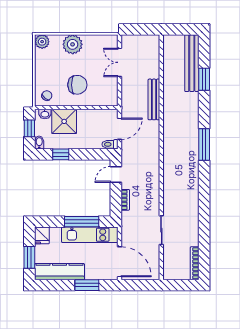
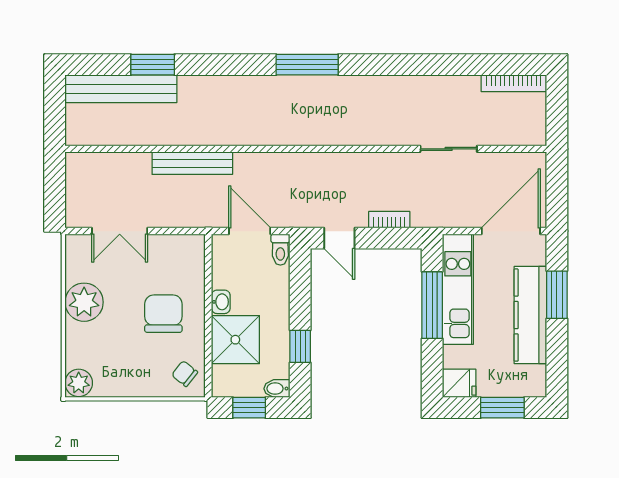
plant: (73, 44) -> (84, 302), moved
washbasin: (45, 114) -> (221, 302), moved
window: (204, 145) -> (307, 65), moved
kitchen counter: (60, 272) -> (530, 315), moved

